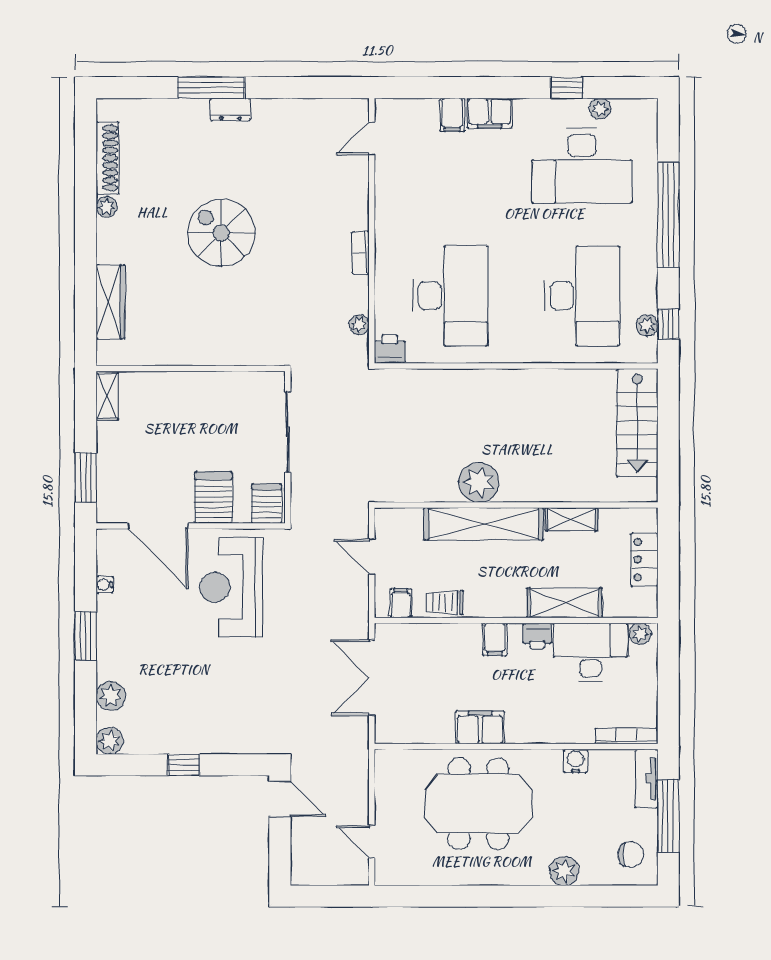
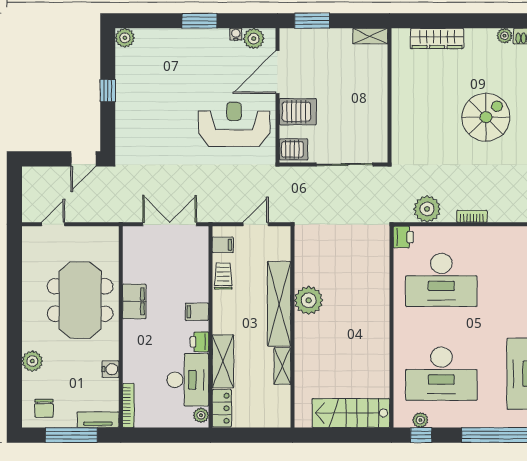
plant: (359, 325) -> (427, 209), width x1.87, depth x1.87
locker: (644, 560) -> (222, 408), moved, turned 90
plant: (111, 696) -> (254, 39), moved

